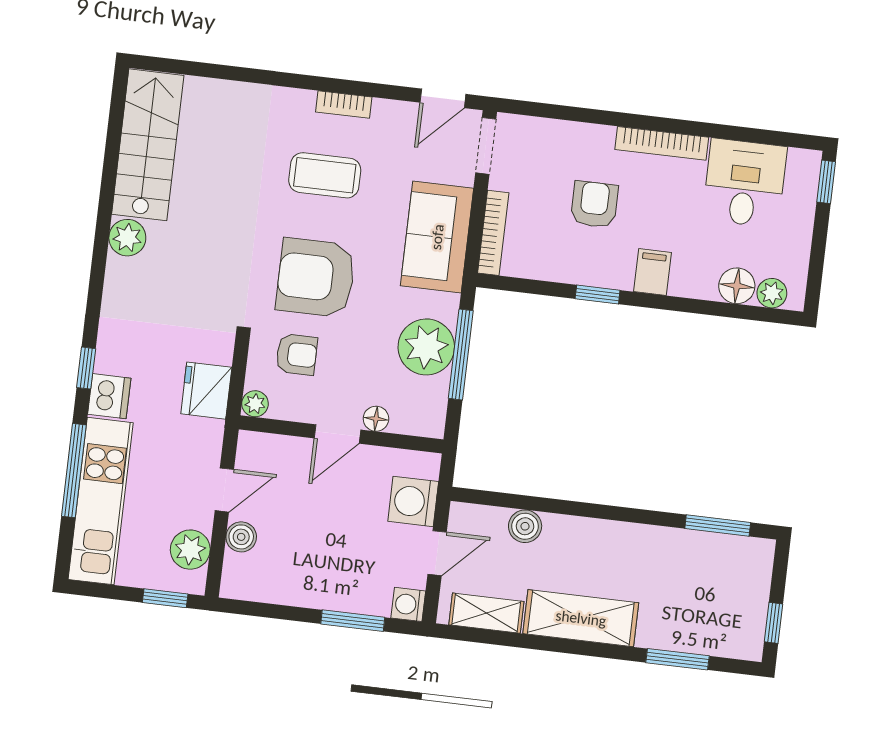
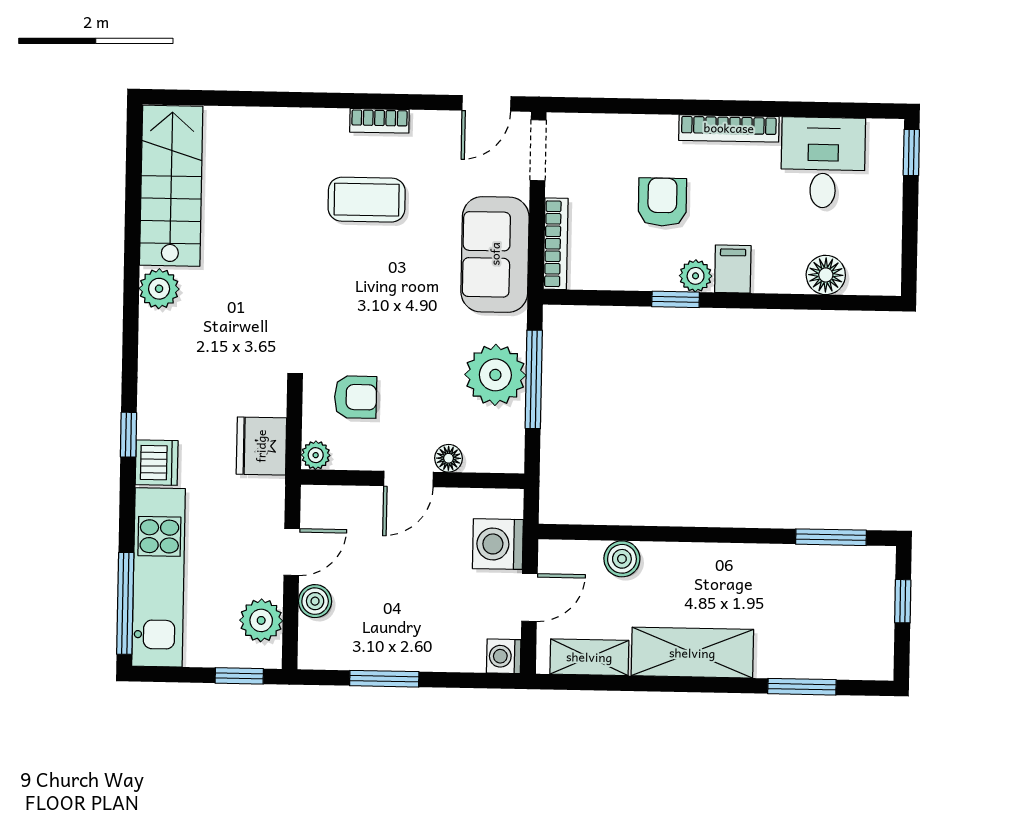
armchair: (316, 278) -> (368, 312), removed
plant: (772, 293) -> (696, 276), moved
window: (74, 471) -> (125, 603), moved
window: (353, 621) -> (384, 679), moved
window: (773, 623) -> (903, 601), moved

